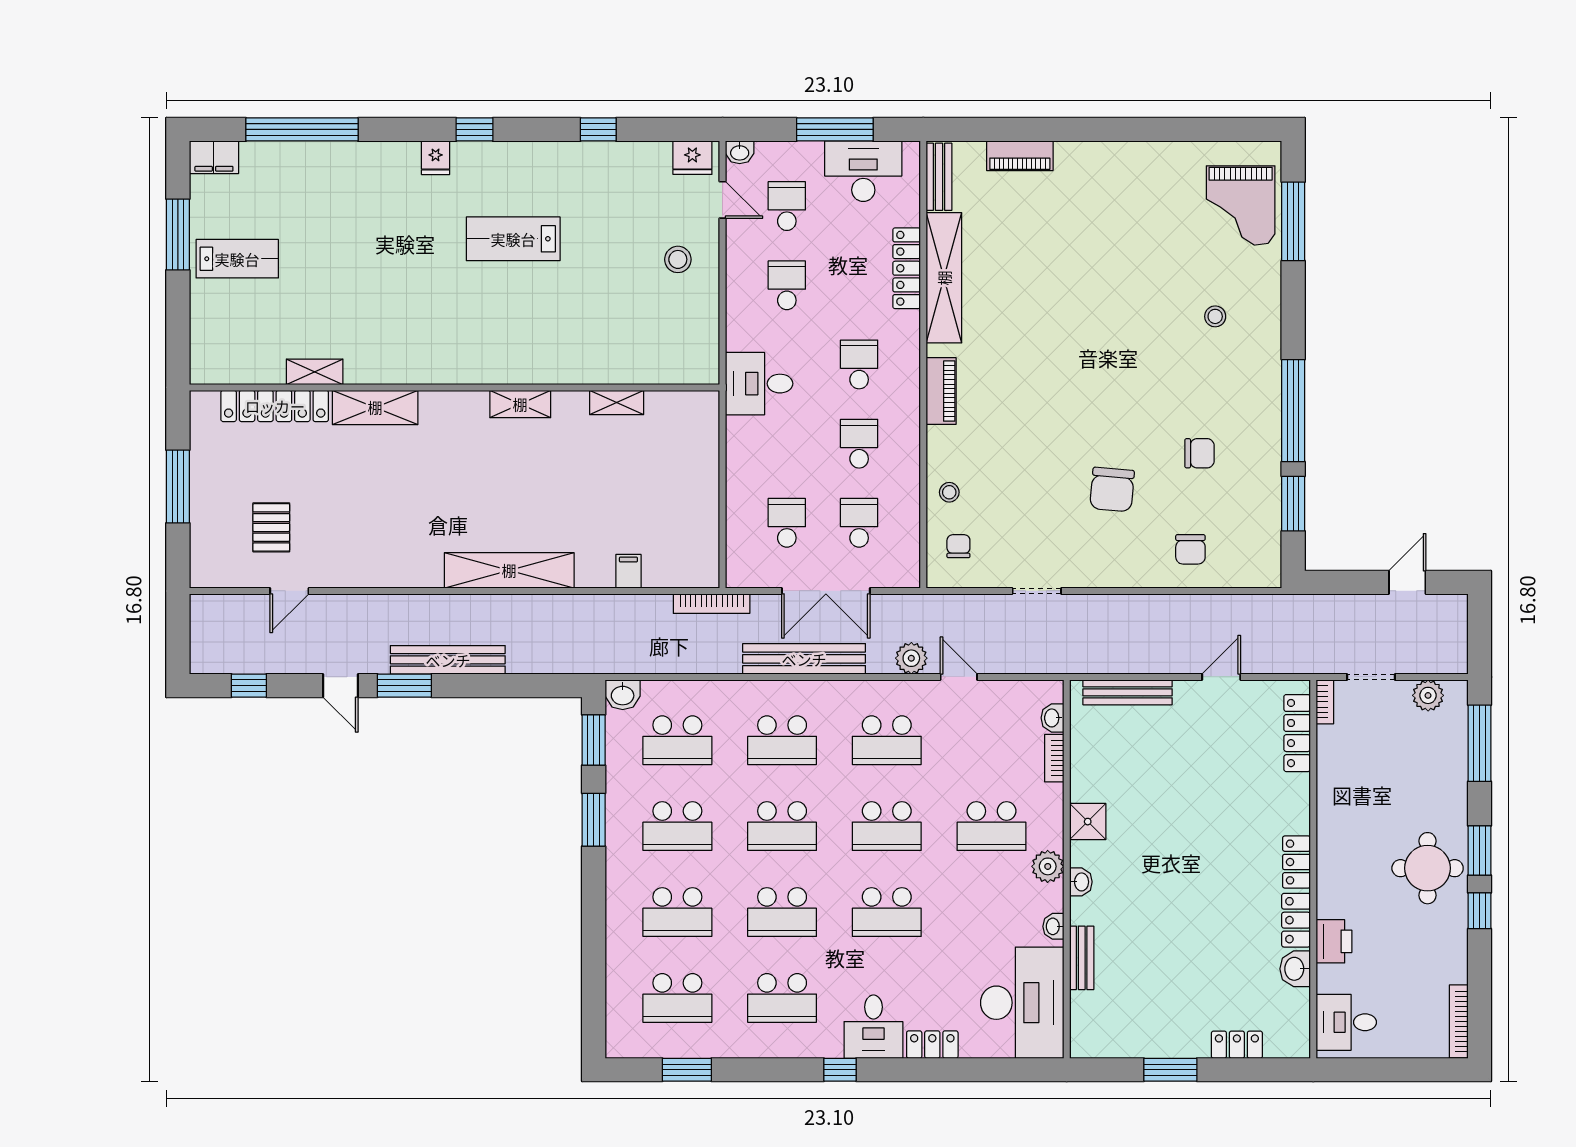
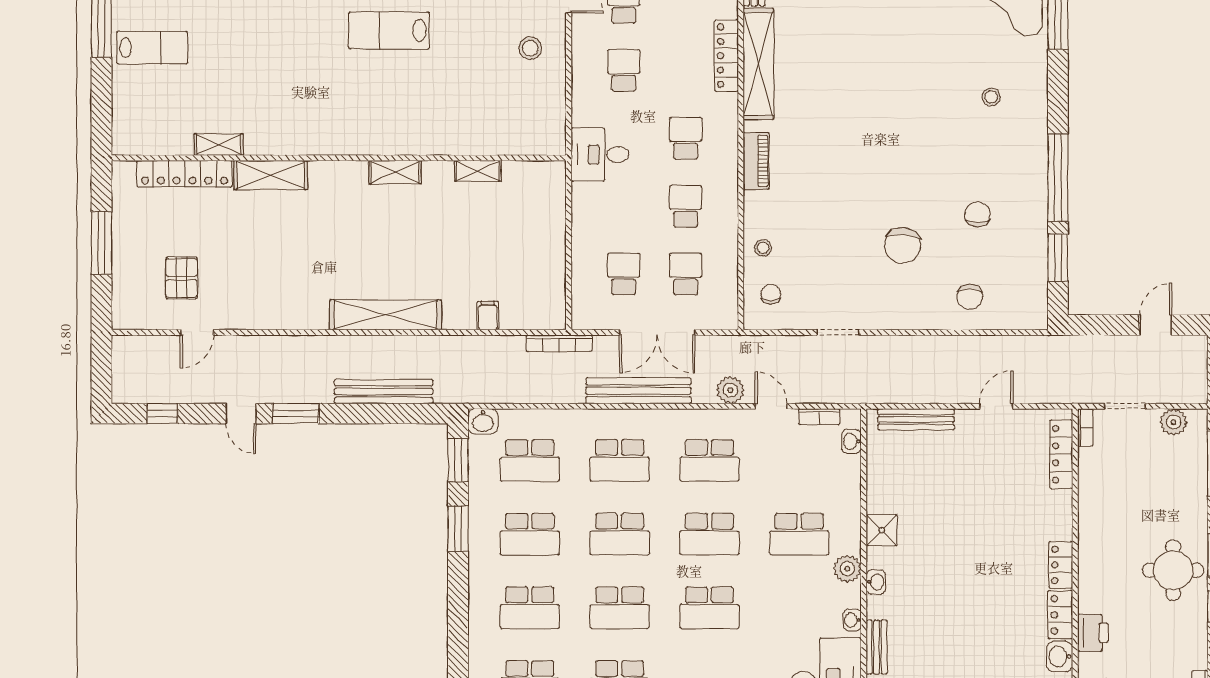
chair: (1199, 453) -> (978, 214), turned -90
bench: (448, 660) -> (384, 392), moved
bookcase: (1054, 758) -> (819, 417), moved, turned -90

